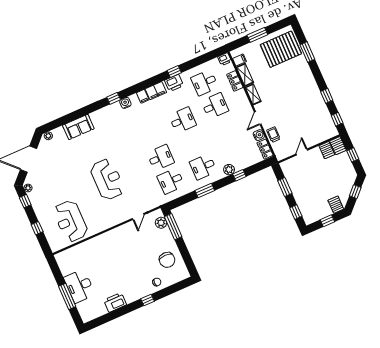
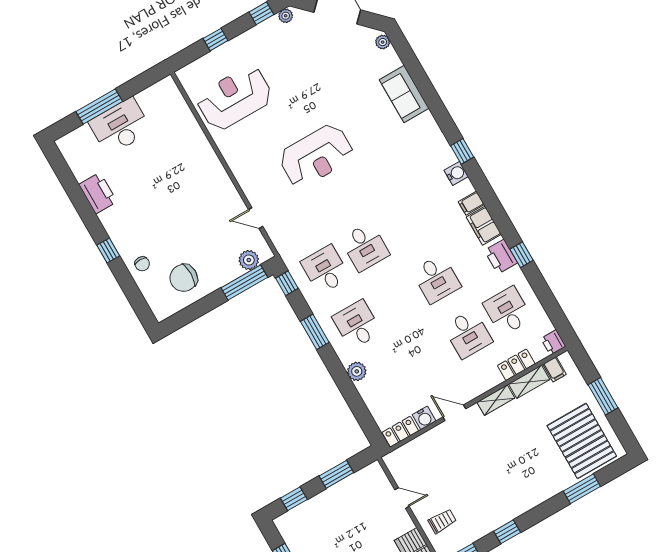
trolley: (273, 135) -> (442, 521), moved
window: (239, 175) -> (287, 283), moved

